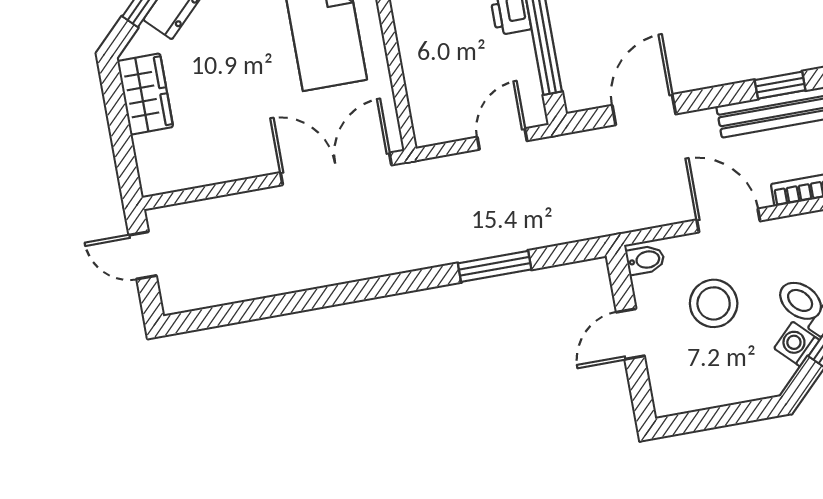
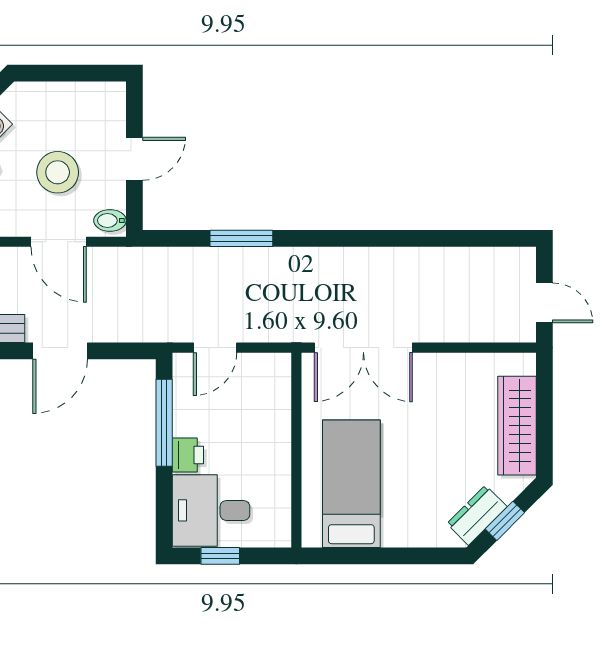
wardrobe: (145, 94) -> (517, 426), width x1.50
door: (644, 110) -> (60, 351), moved
door: (728, 220) -> (59, 242), moved

